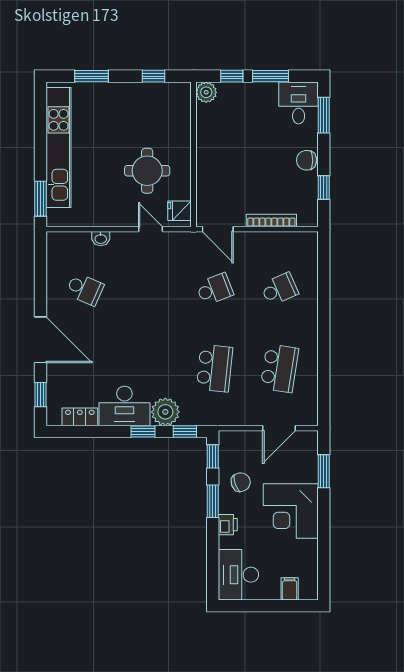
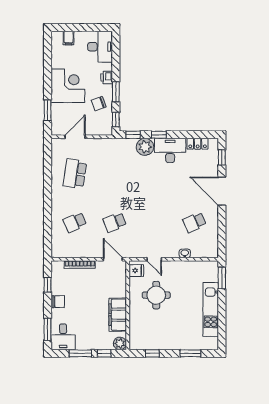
filing cabinet: (210, 139) -> (118, 315), added
kitchen unit: (59, 148) -> (211, 309), width x0.73
school desk: (85, 289) -> (195, 222), turned -48
school desk: (215, 368) -> (115, 174), removed

